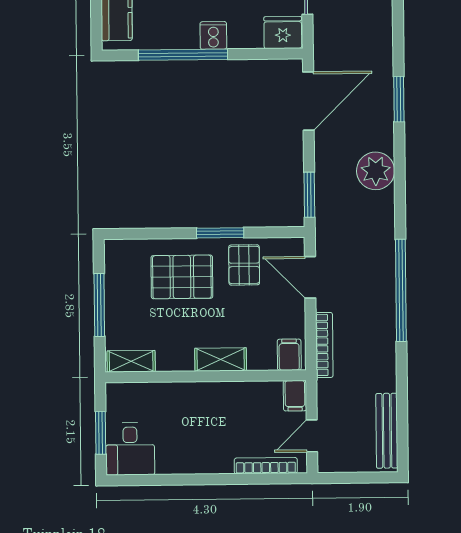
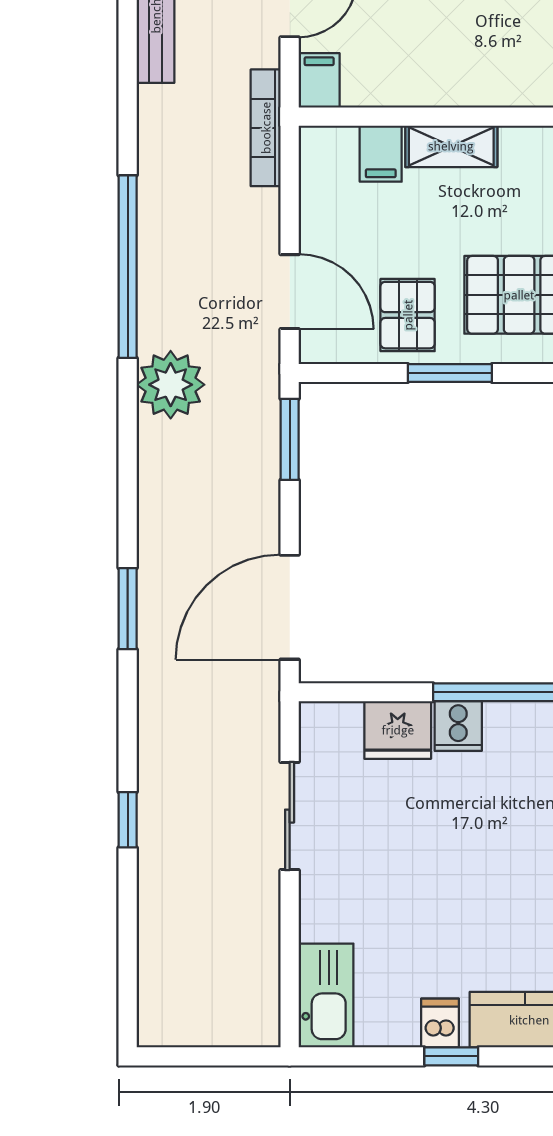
fridge: (283, 33) -> (398, 730), moved
plant: (376, 171) -> (171, 385), moved
bookcase: (324, 345) -> (266, 128), moved
filing cabinet: (289, 355) -> (381, 154), moved

